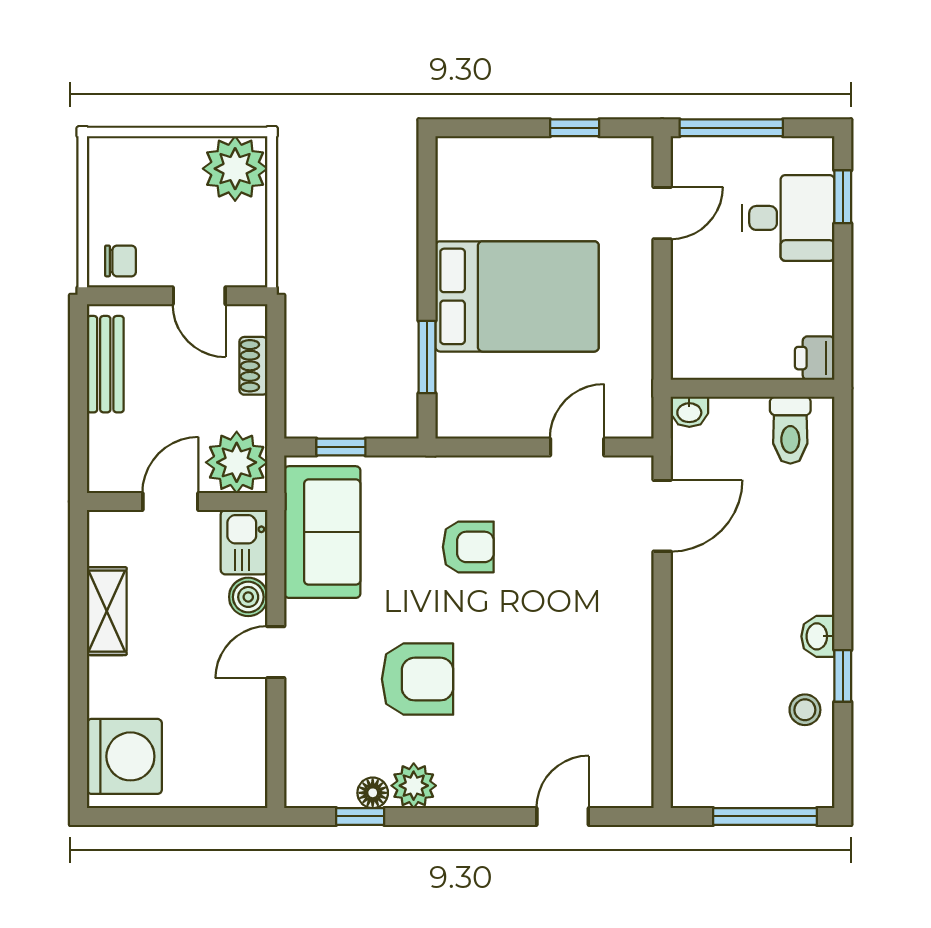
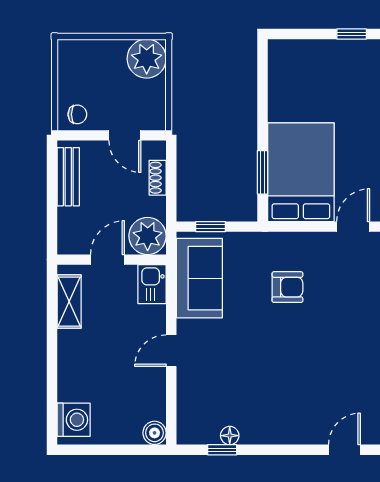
bed: (517, 296) -> (301, 172), moved, turned -90
boiler: (248, 597) -> (155, 433), moved
shelving: (107, 611) -> (69, 302), moved
armchair: (418, 679) -> (257, 367), removed
washing machine: (124, 756) -> (74, 420), width x0.73, depth x0.73
plant: (414, 786) -> (254, 431), removed

